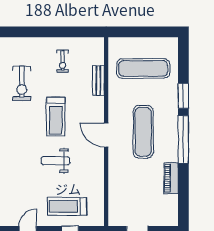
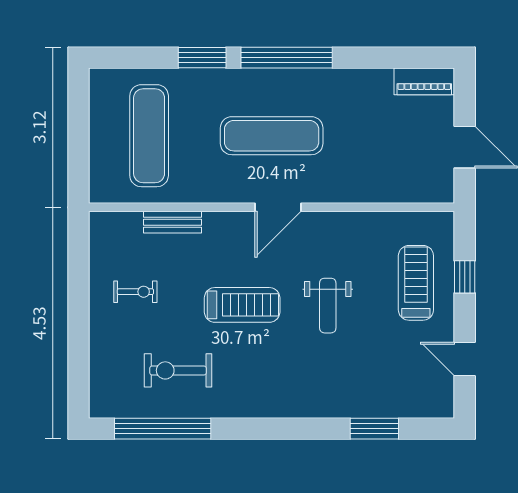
exercise bike: (22, 83) -> (178, 370), turned 180
piano: (171, 178) -> (424, 81), moved
treadmill: (67, 206) -> (416, 283), turned 180

